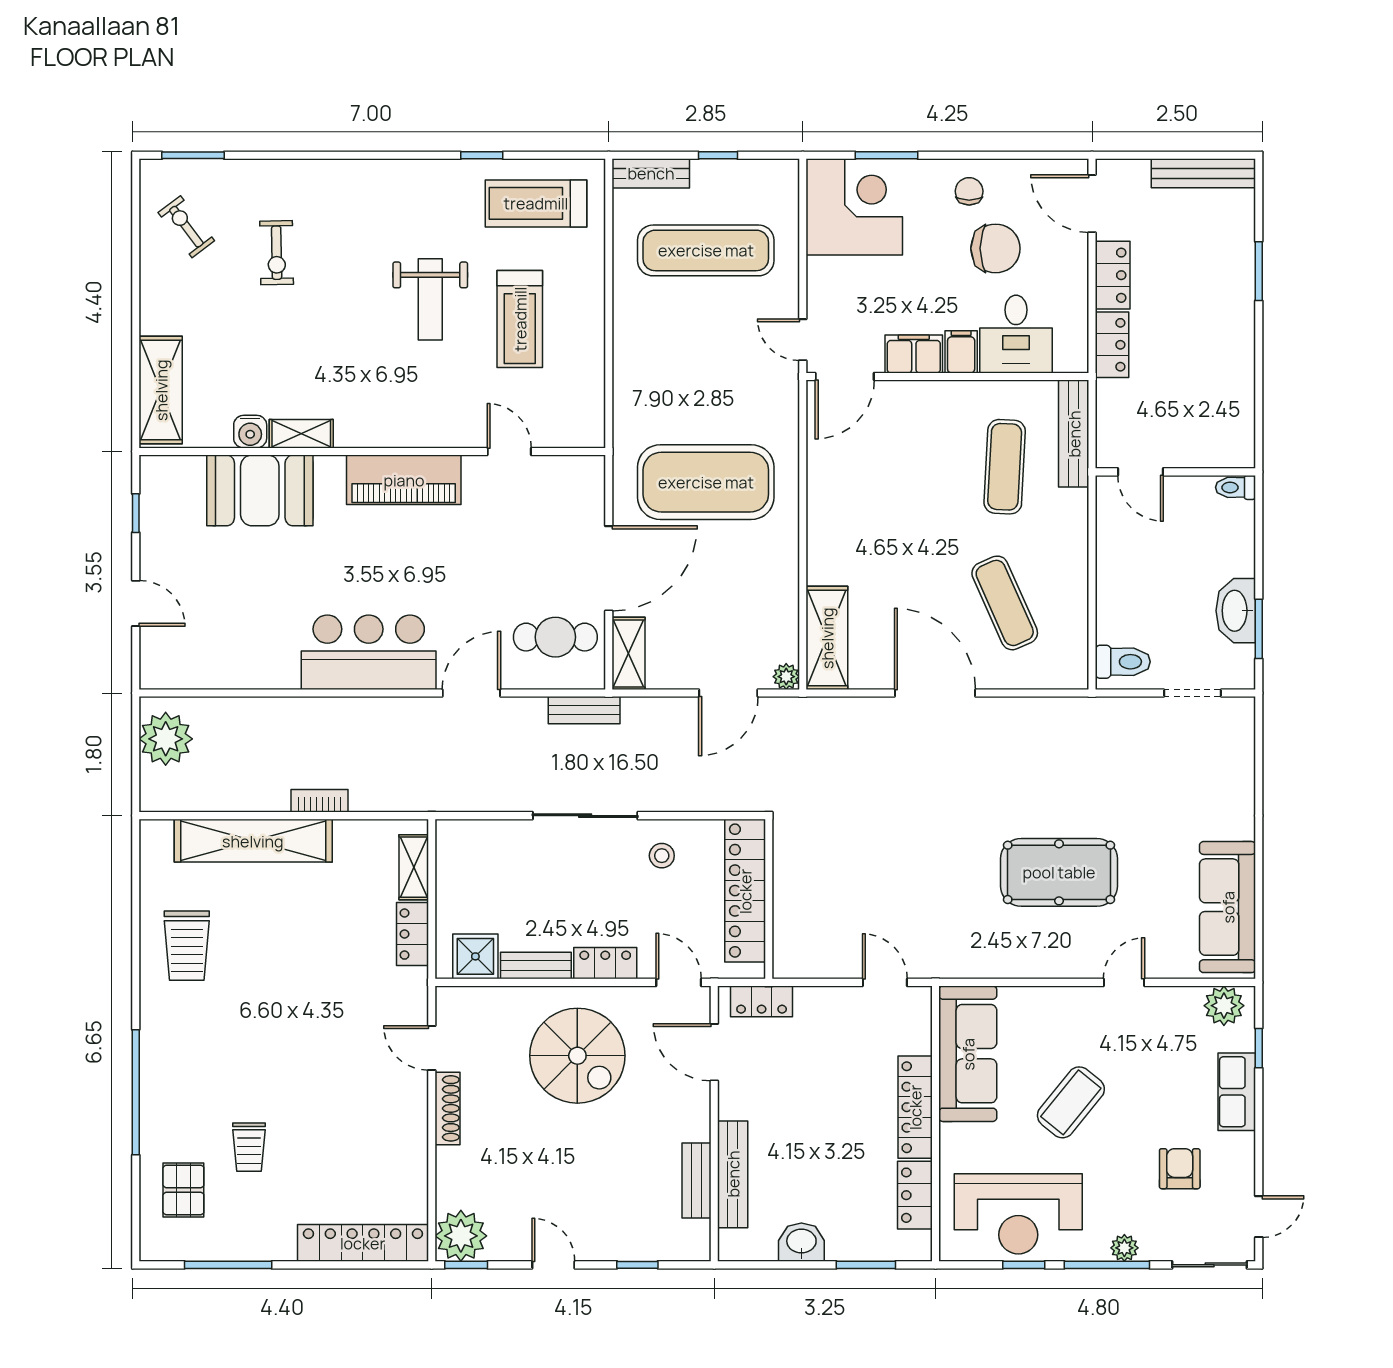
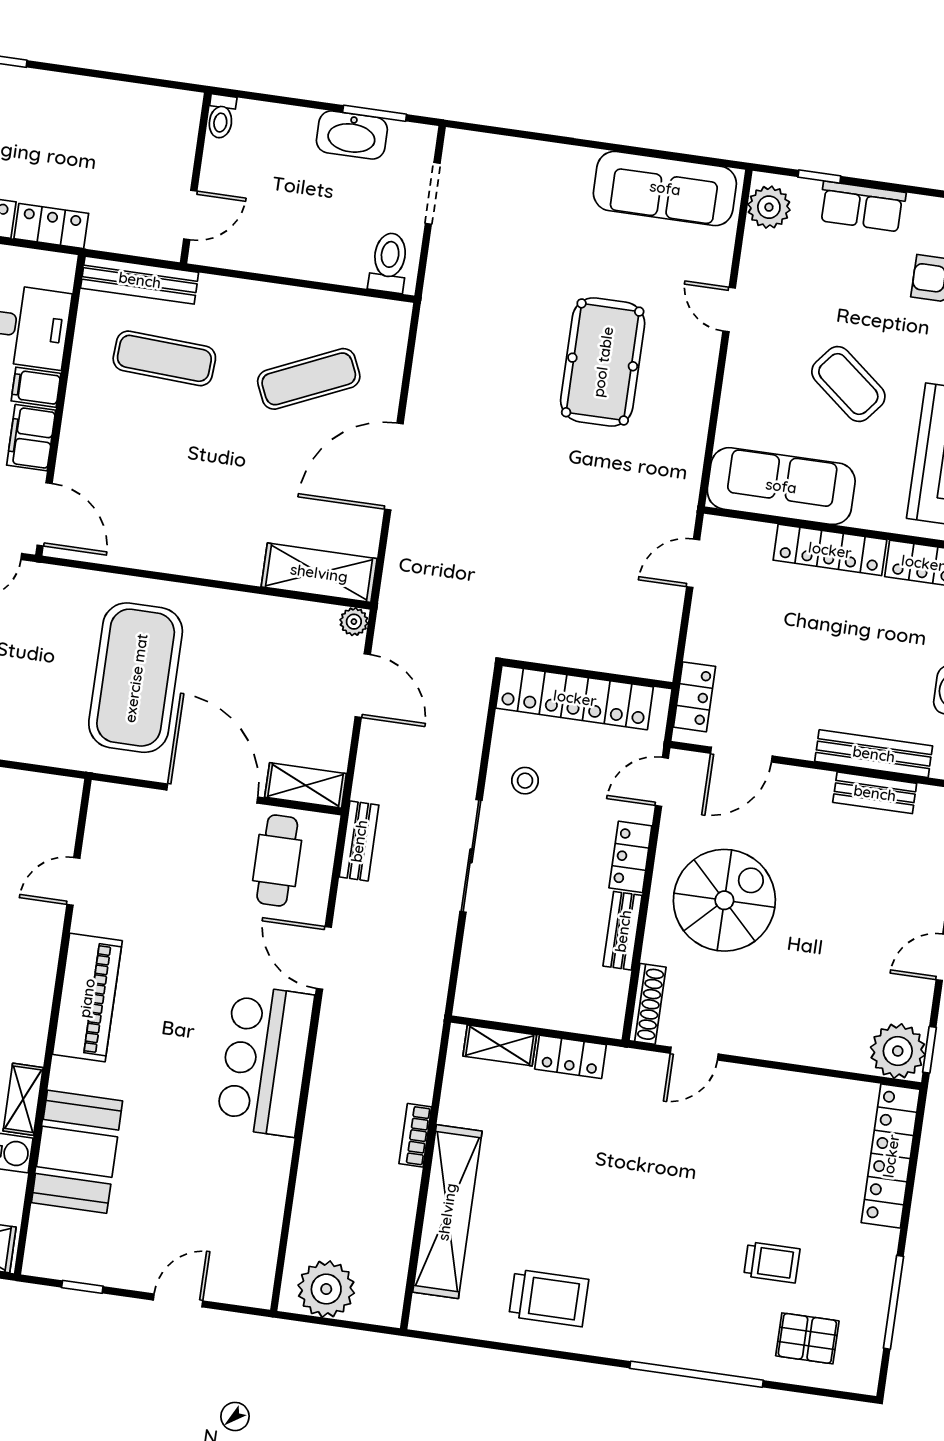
shower: (475, 956) -> (604, 993), removed
shoe rack: (448, 1108) -> (647, 1004), moved, turned 90

